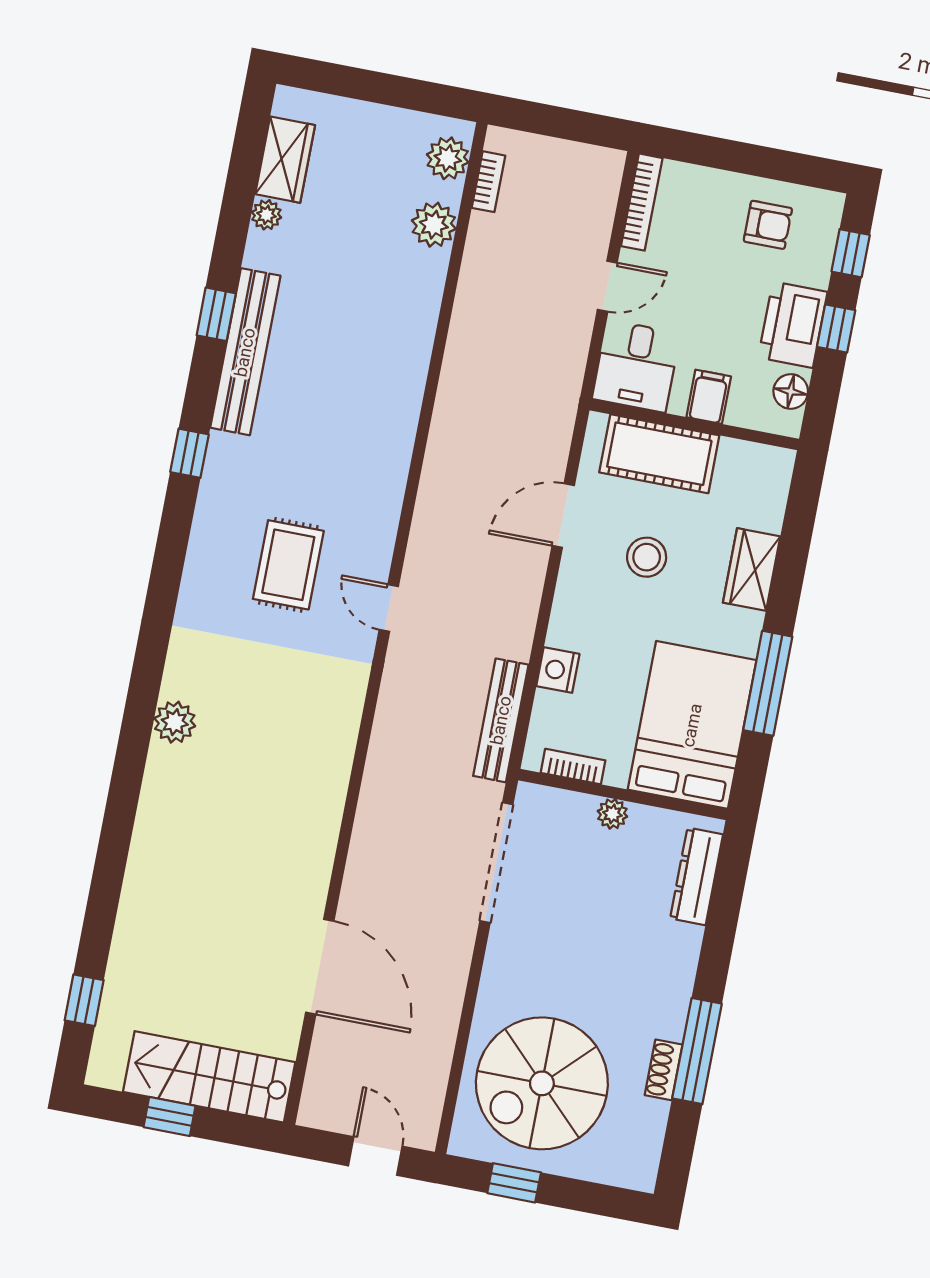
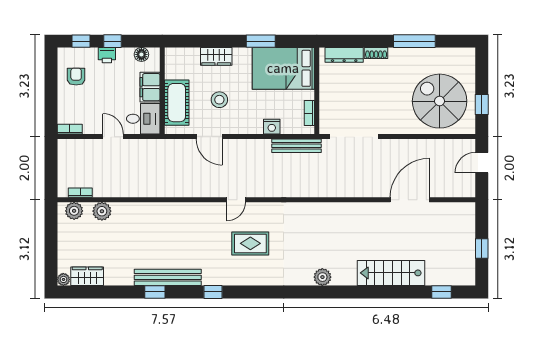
bookcase: (642, 202) -> (70, 129), width x0.64
plant: (266, 215) -> (63, 279), moved
printer: (793, 325) -> (107, 55), width x0.53, depth x0.68
filing cabinet: (709, 397) -> (150, 87), width x2.00
door: (389, 608) -> (236, 200), moved
window: (768, 683) -> (261, 41), width x0.69
plant: (612, 814) -> (325, 94), removed
shoe rack: (664, 1070) -> (376, 53), moved
stairs: (209, 1077) -> (391, 273), moved, turned 90
spiral stairs: (542, 1083) -> (440, 101), turned 180

